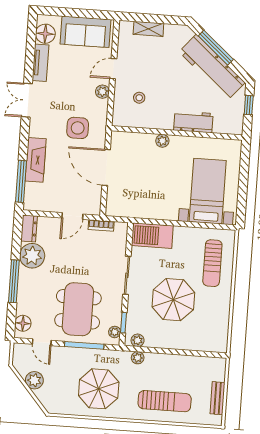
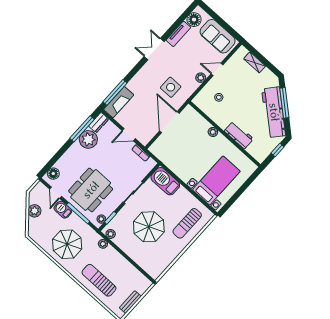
fireplace: (36, 160) -> (119, 102), moved
window: (14, 281) -> (82, 129), moved
barbecue: (64, 355) -> (63, 210), added
sun lounger: (165, 401) -> (99, 280), turned 180

